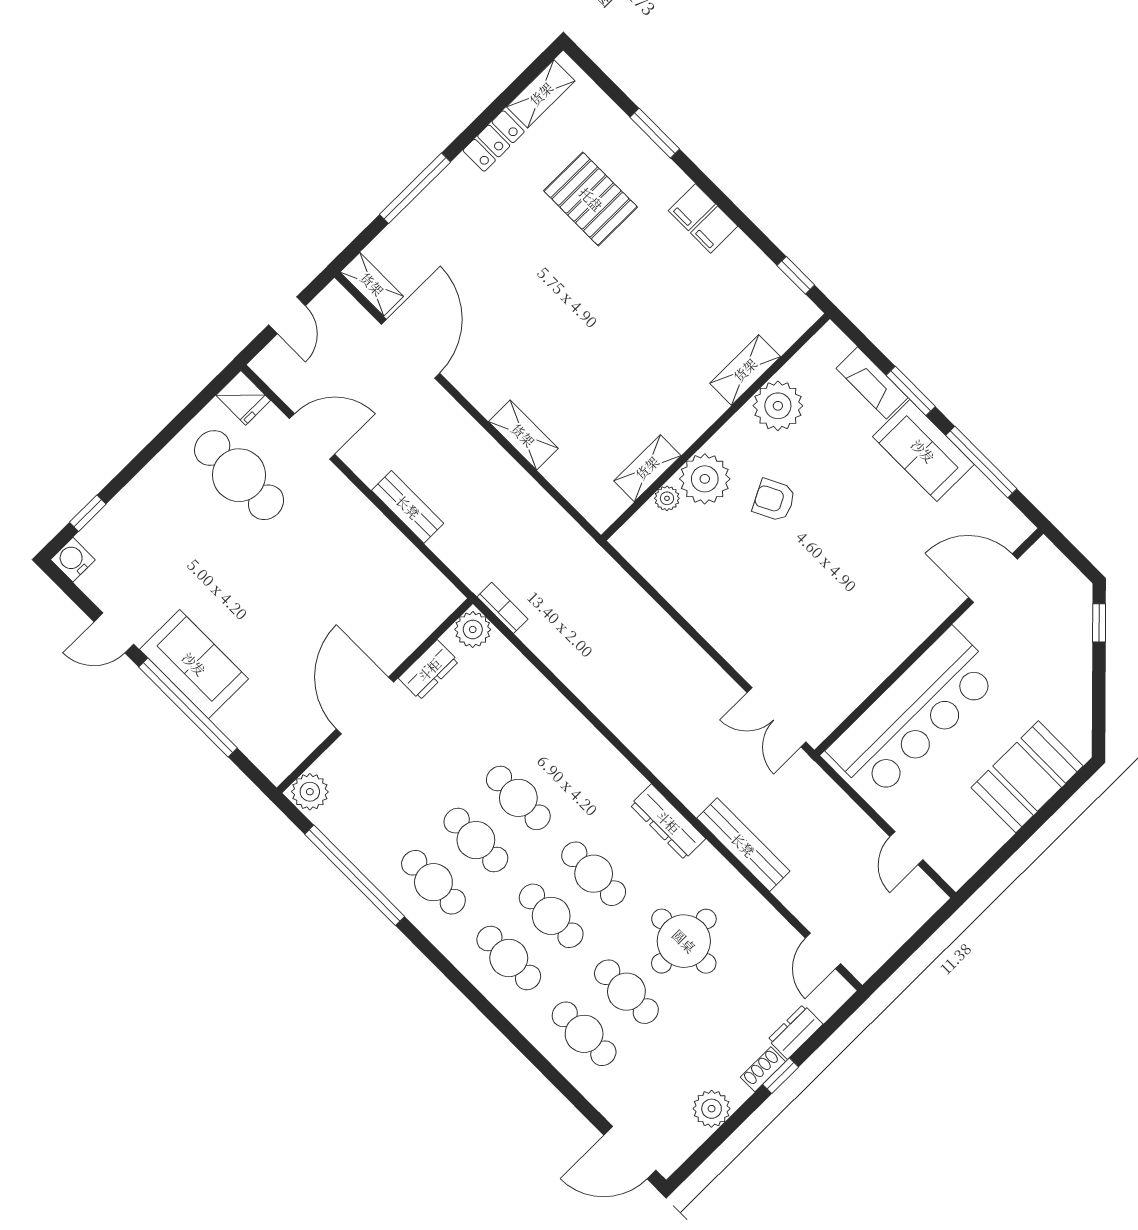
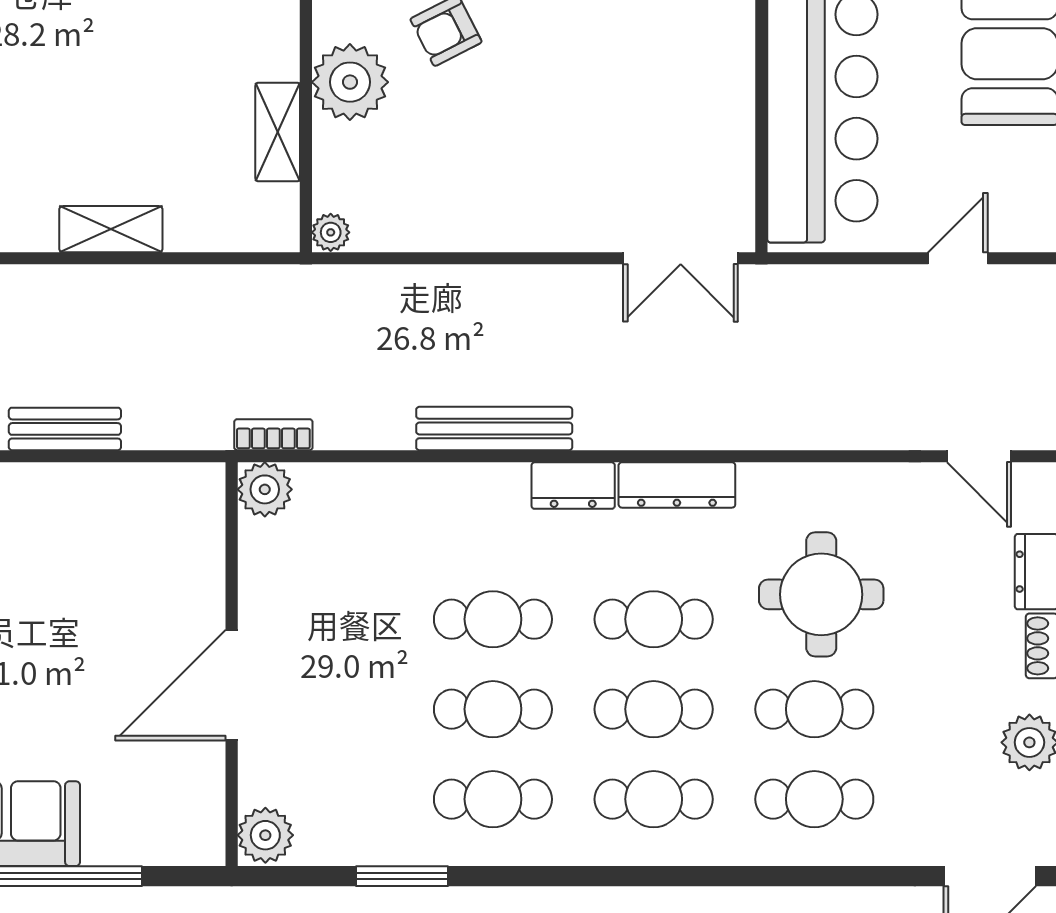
plant: (667, 498) -> (331, 232), moved
dresser: (429, 670) -> (573, 486), moved, turned 90
door: (365, 706) -> (232, 685), hinge flipped
bench: (743, 845) -> (494, 428), moved
door: (906, 848) -> (958, 258), swing flipped
window: (355, 875) -> (402, 876), width x0.47

